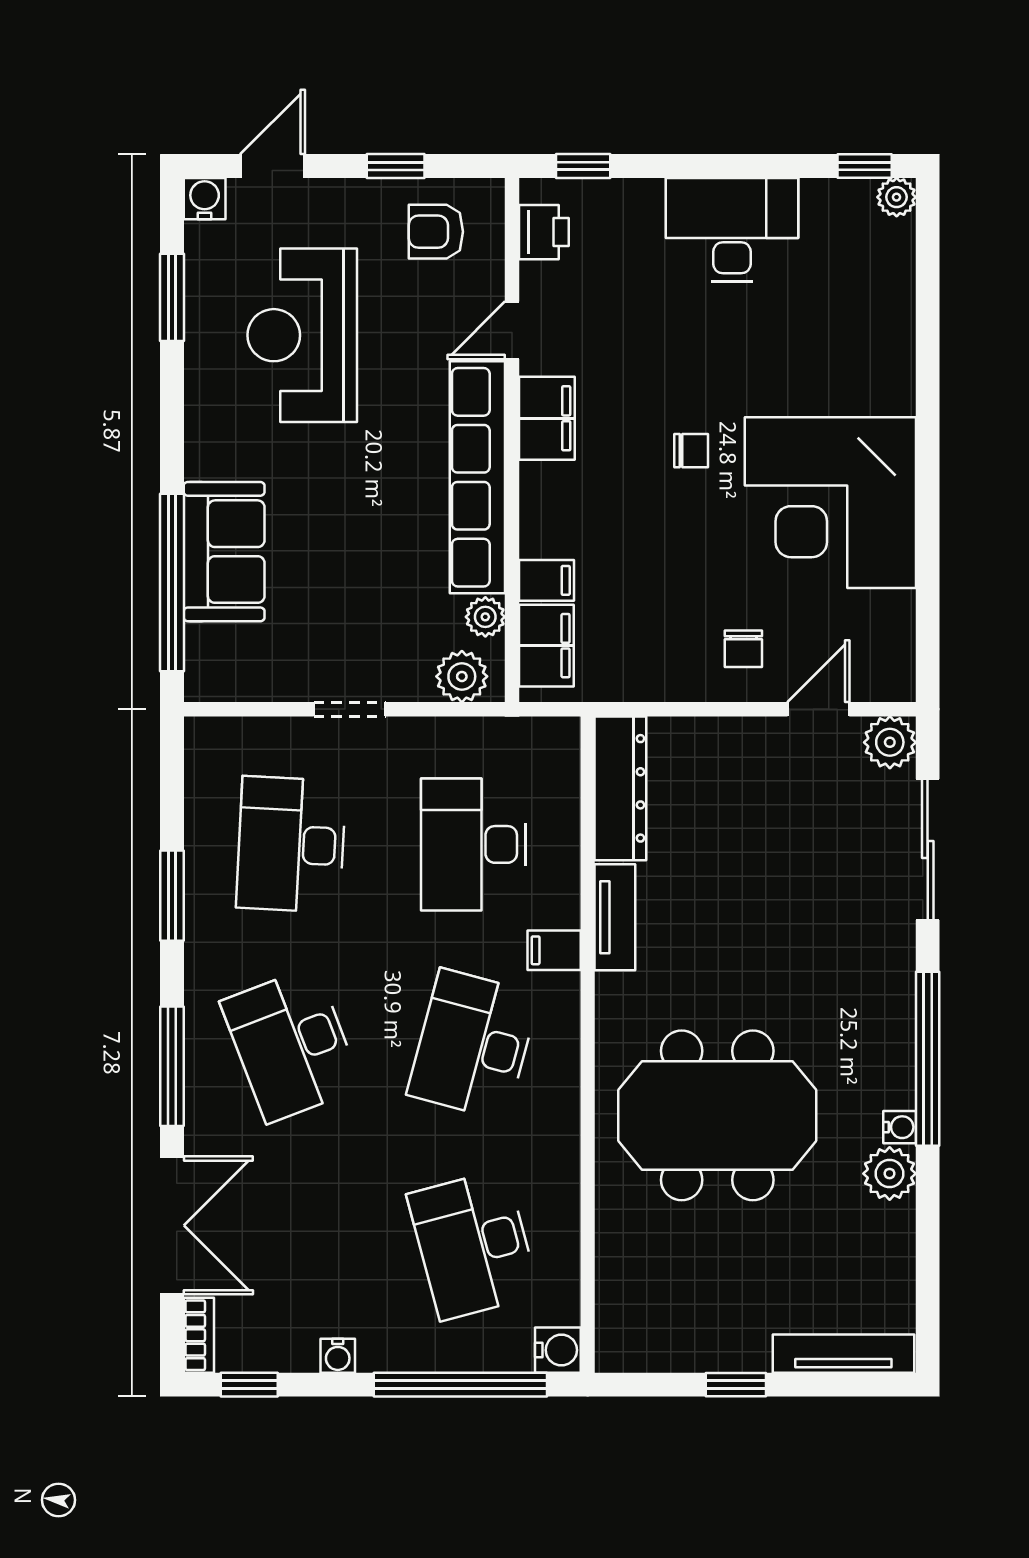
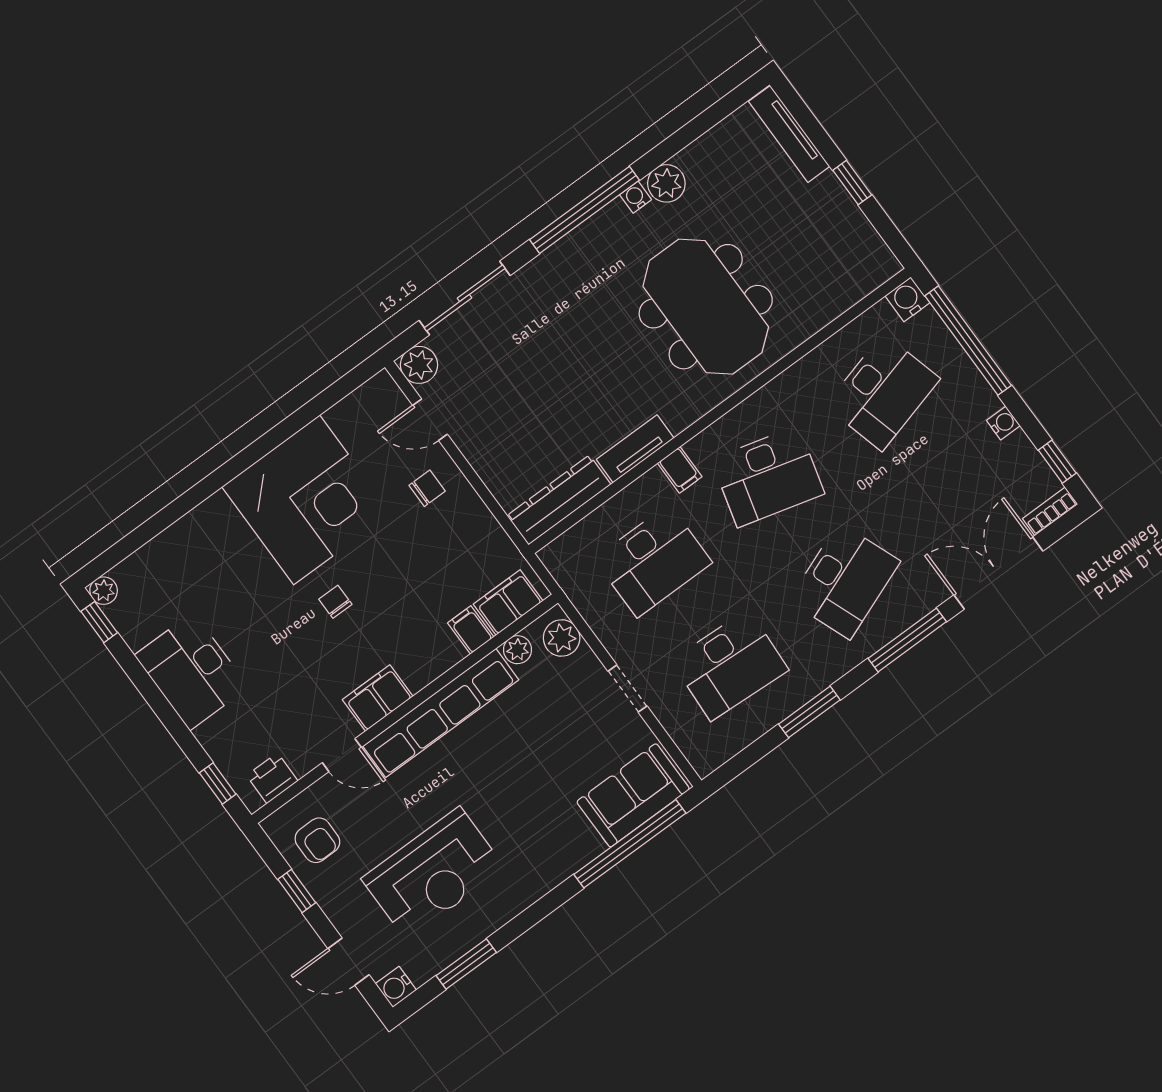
sofa: (224, 552) -> (633, 795), moved

